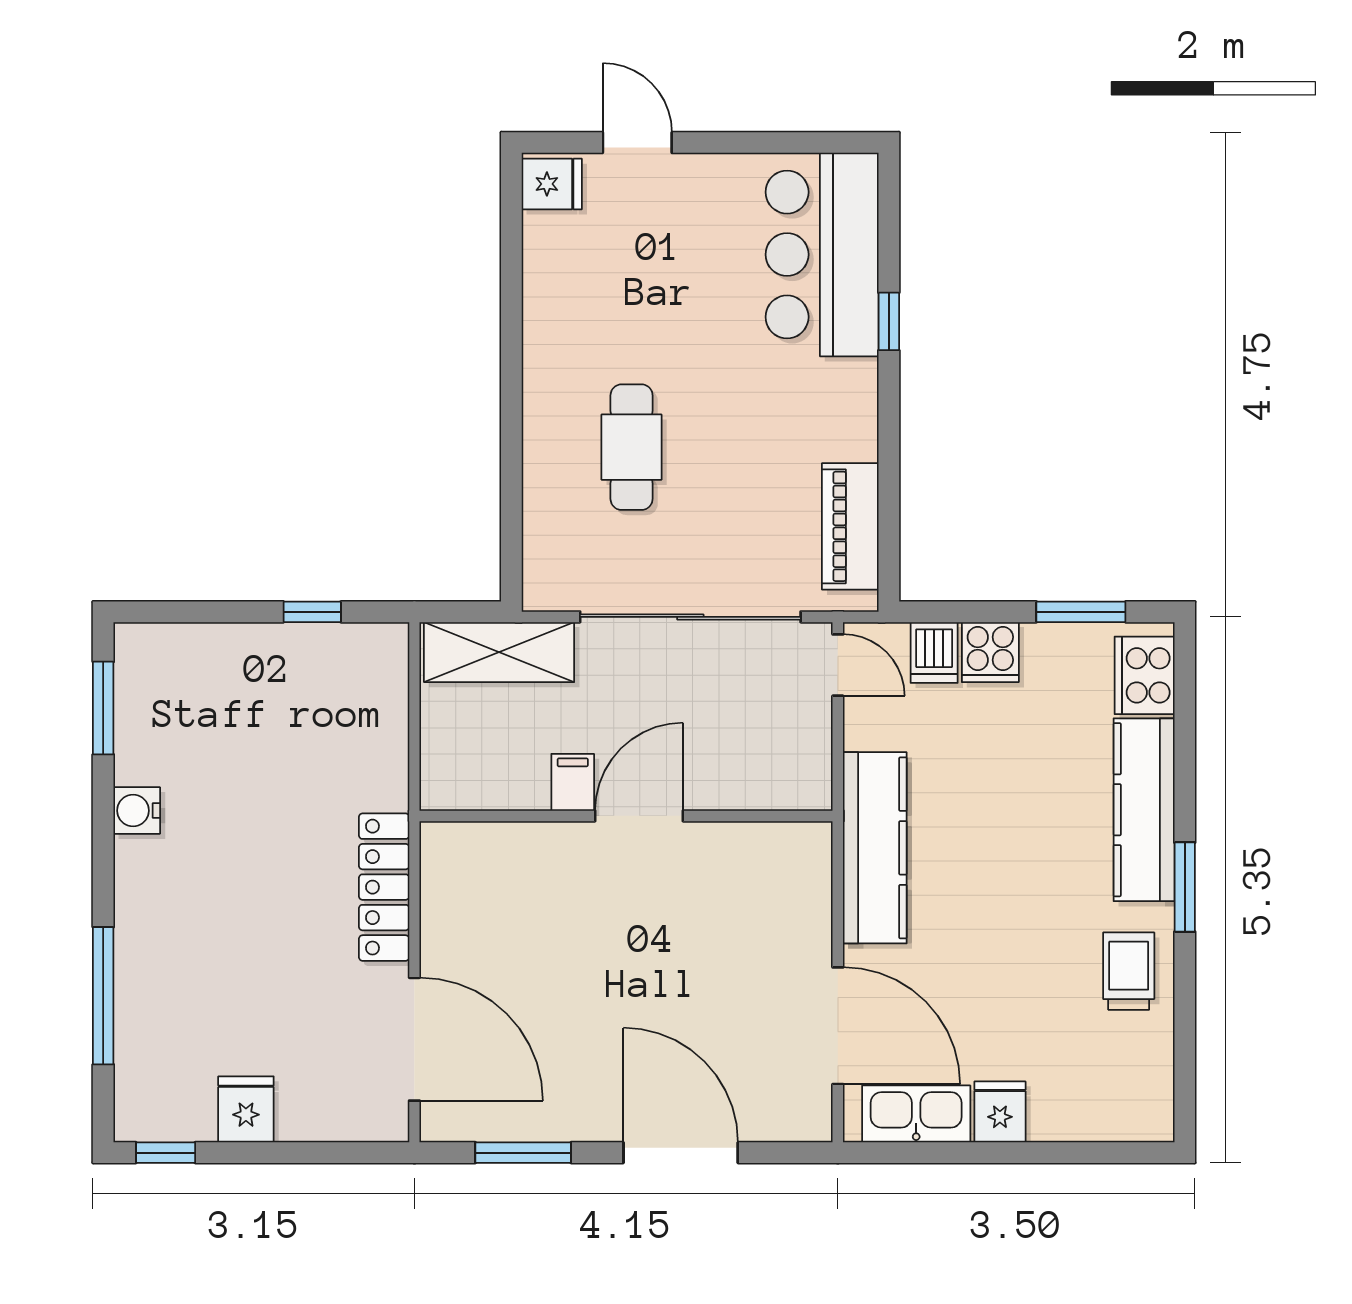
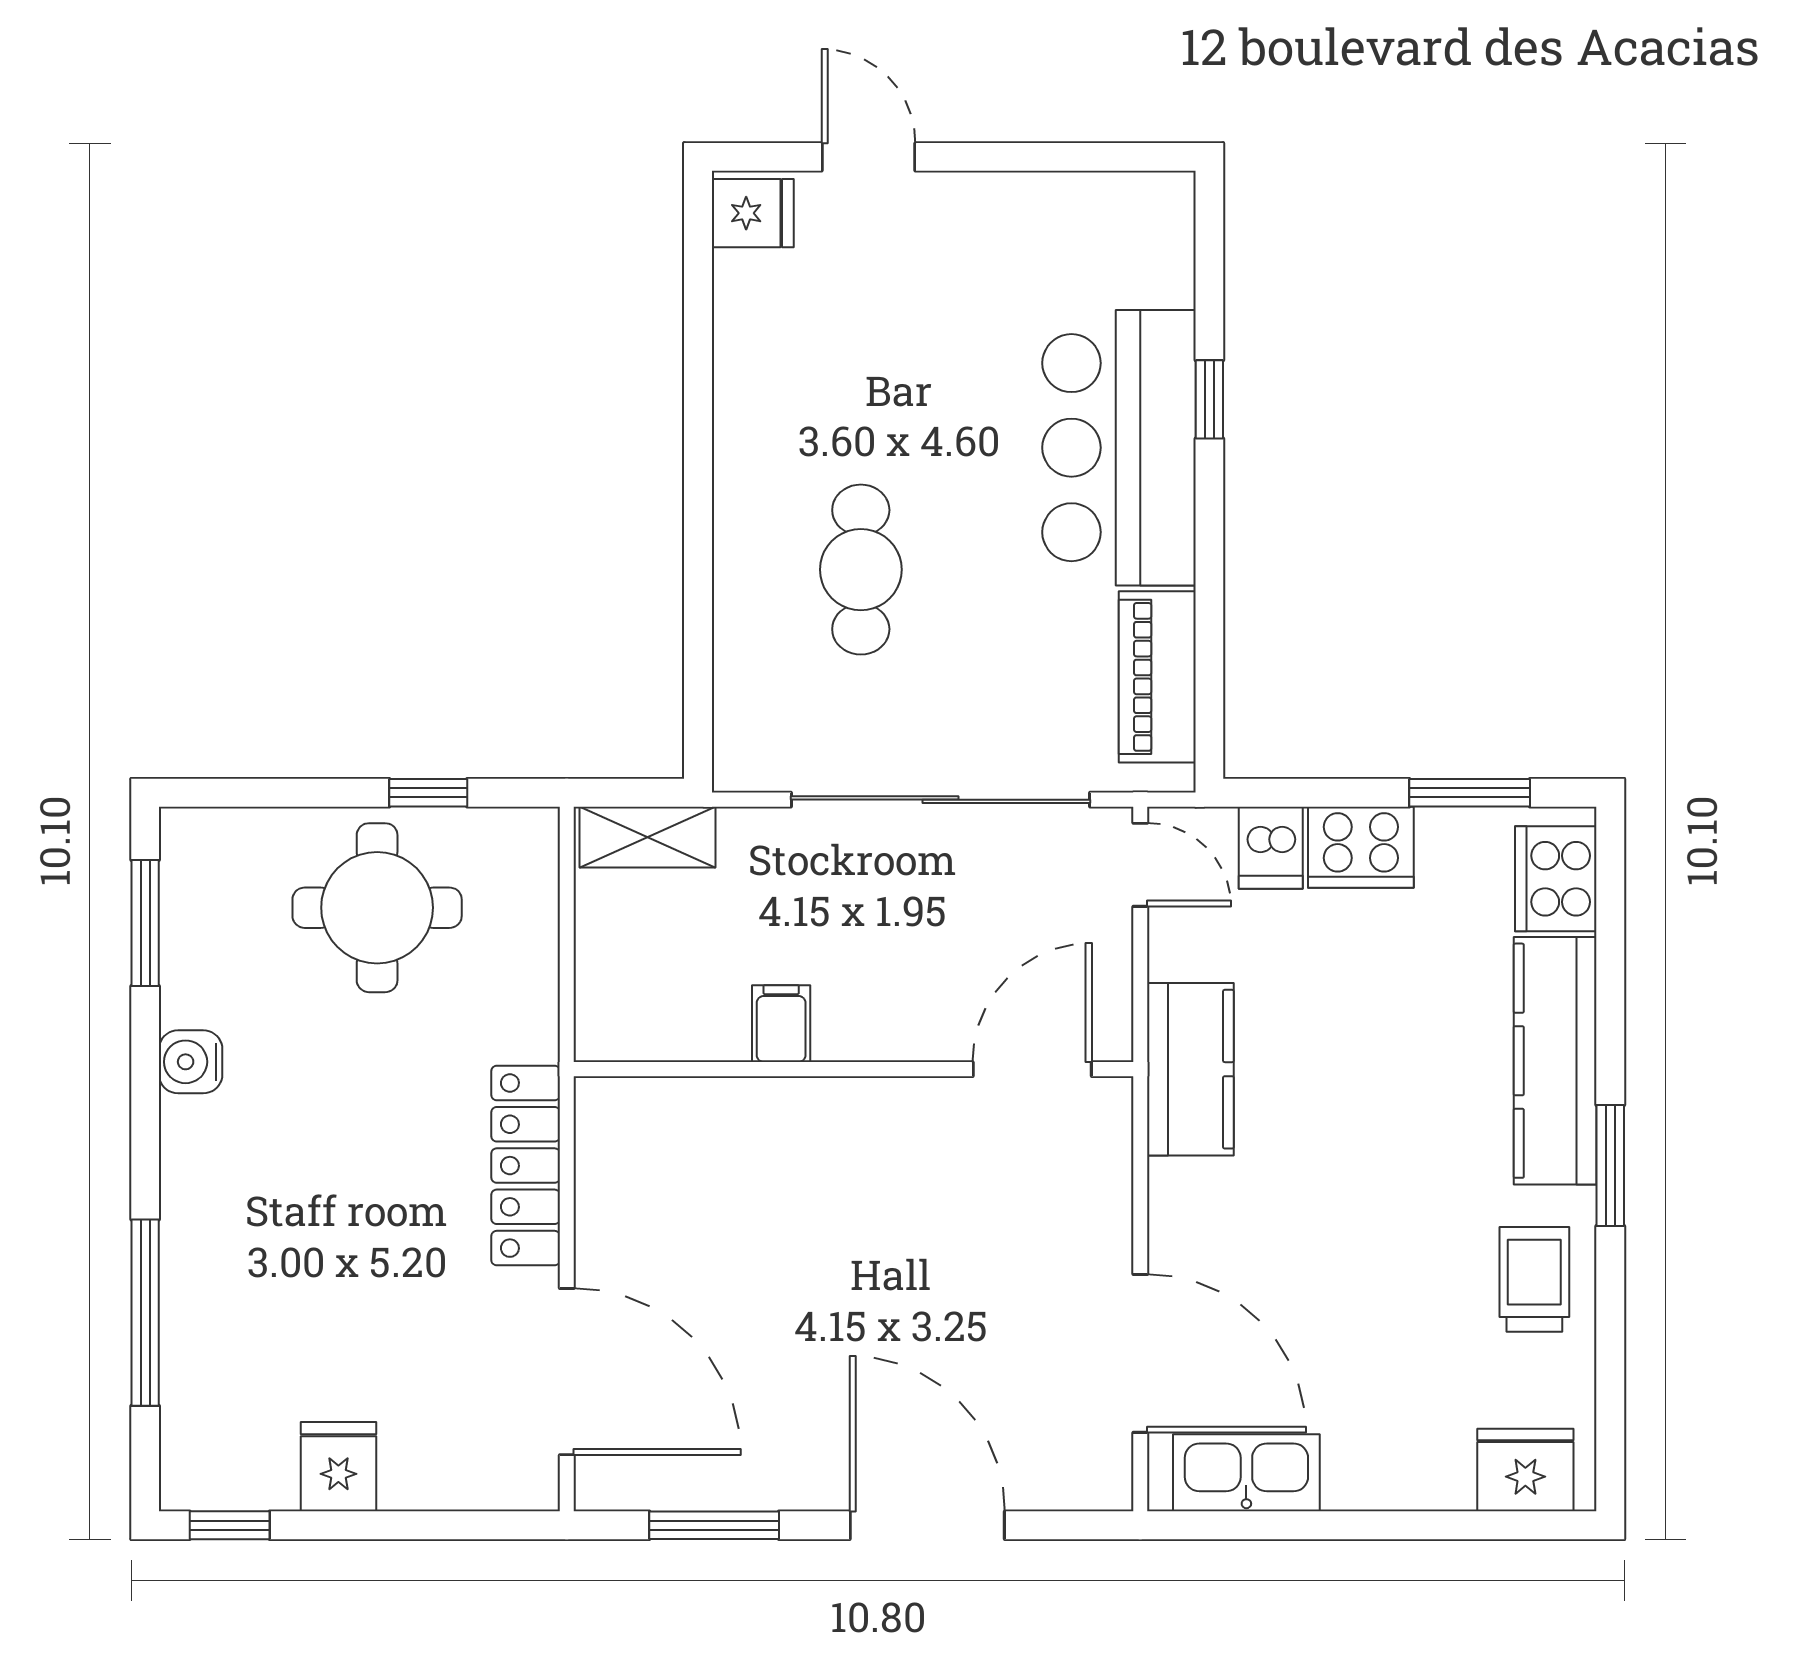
bar counter: (822, 255) -> (1119, 448), moved
shelving: (499, 652) -> (647, 837), width x0.67, depth x0.75
cooker: (990, 652) -> (1361, 847), width x1.36
round table: (274, 697) -> (377, 908), added
door: (639, 816) -> (1032, 1069), moved
kitchen counter: (875, 848) -> (1190, 1069), width x0.67
fridge: (1000, 1112) -> (1525, 1470), moved, width x1.38

